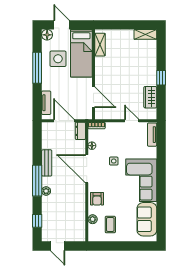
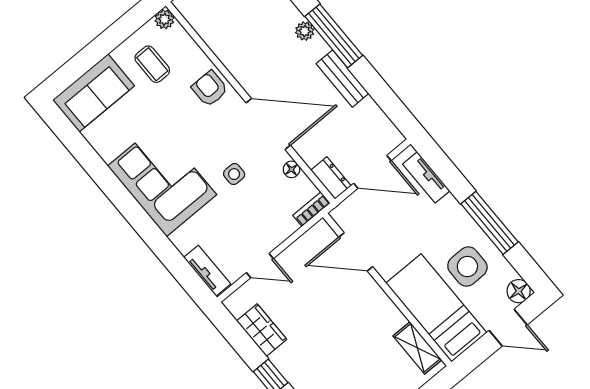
plant: (93, 219) -> (164, 19), moved
sofa: (147, 219) -> (93, 93), moved, turned 90

